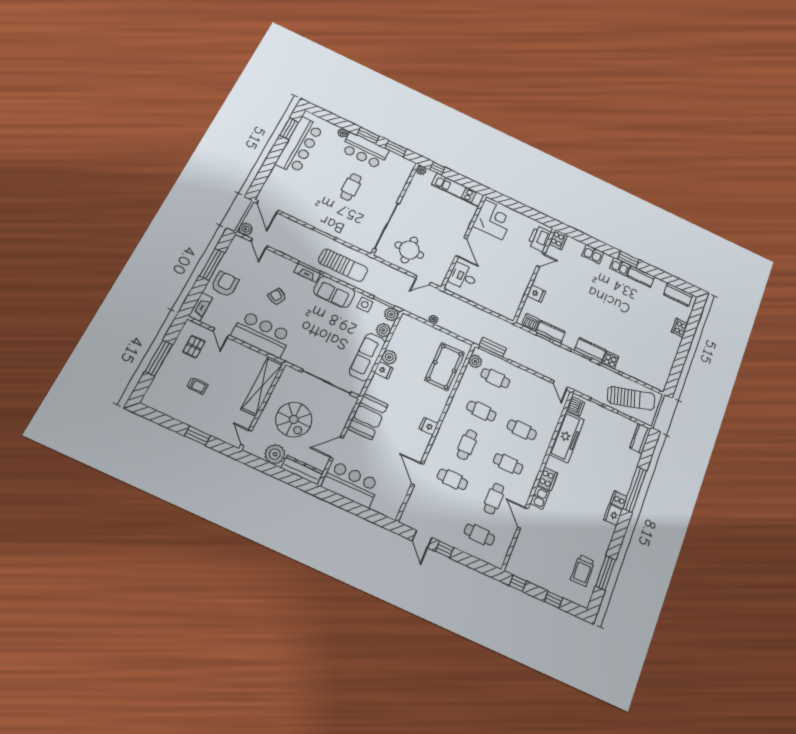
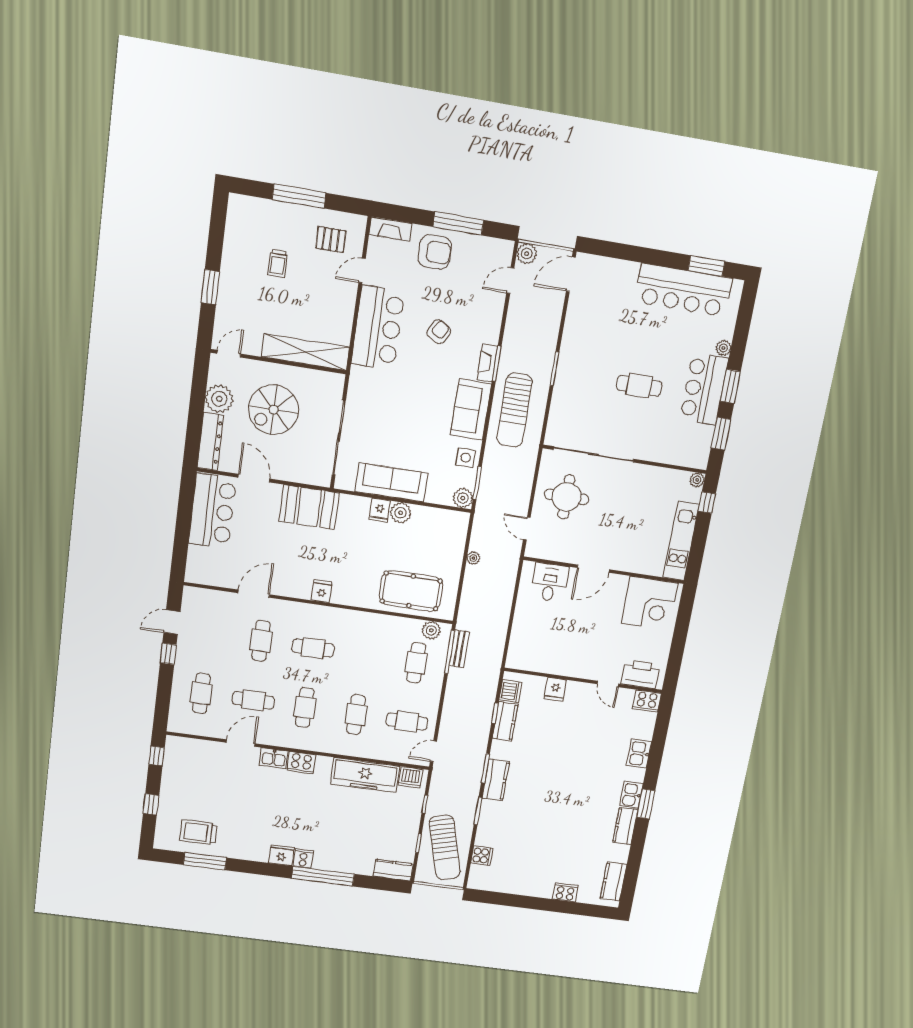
plant: (383, 330) -> (437, 494), removed
cooker: (610, 360) -> (482, 856), moved
cafe table: (481, 411) -> (407, 722), moved, turned 90

